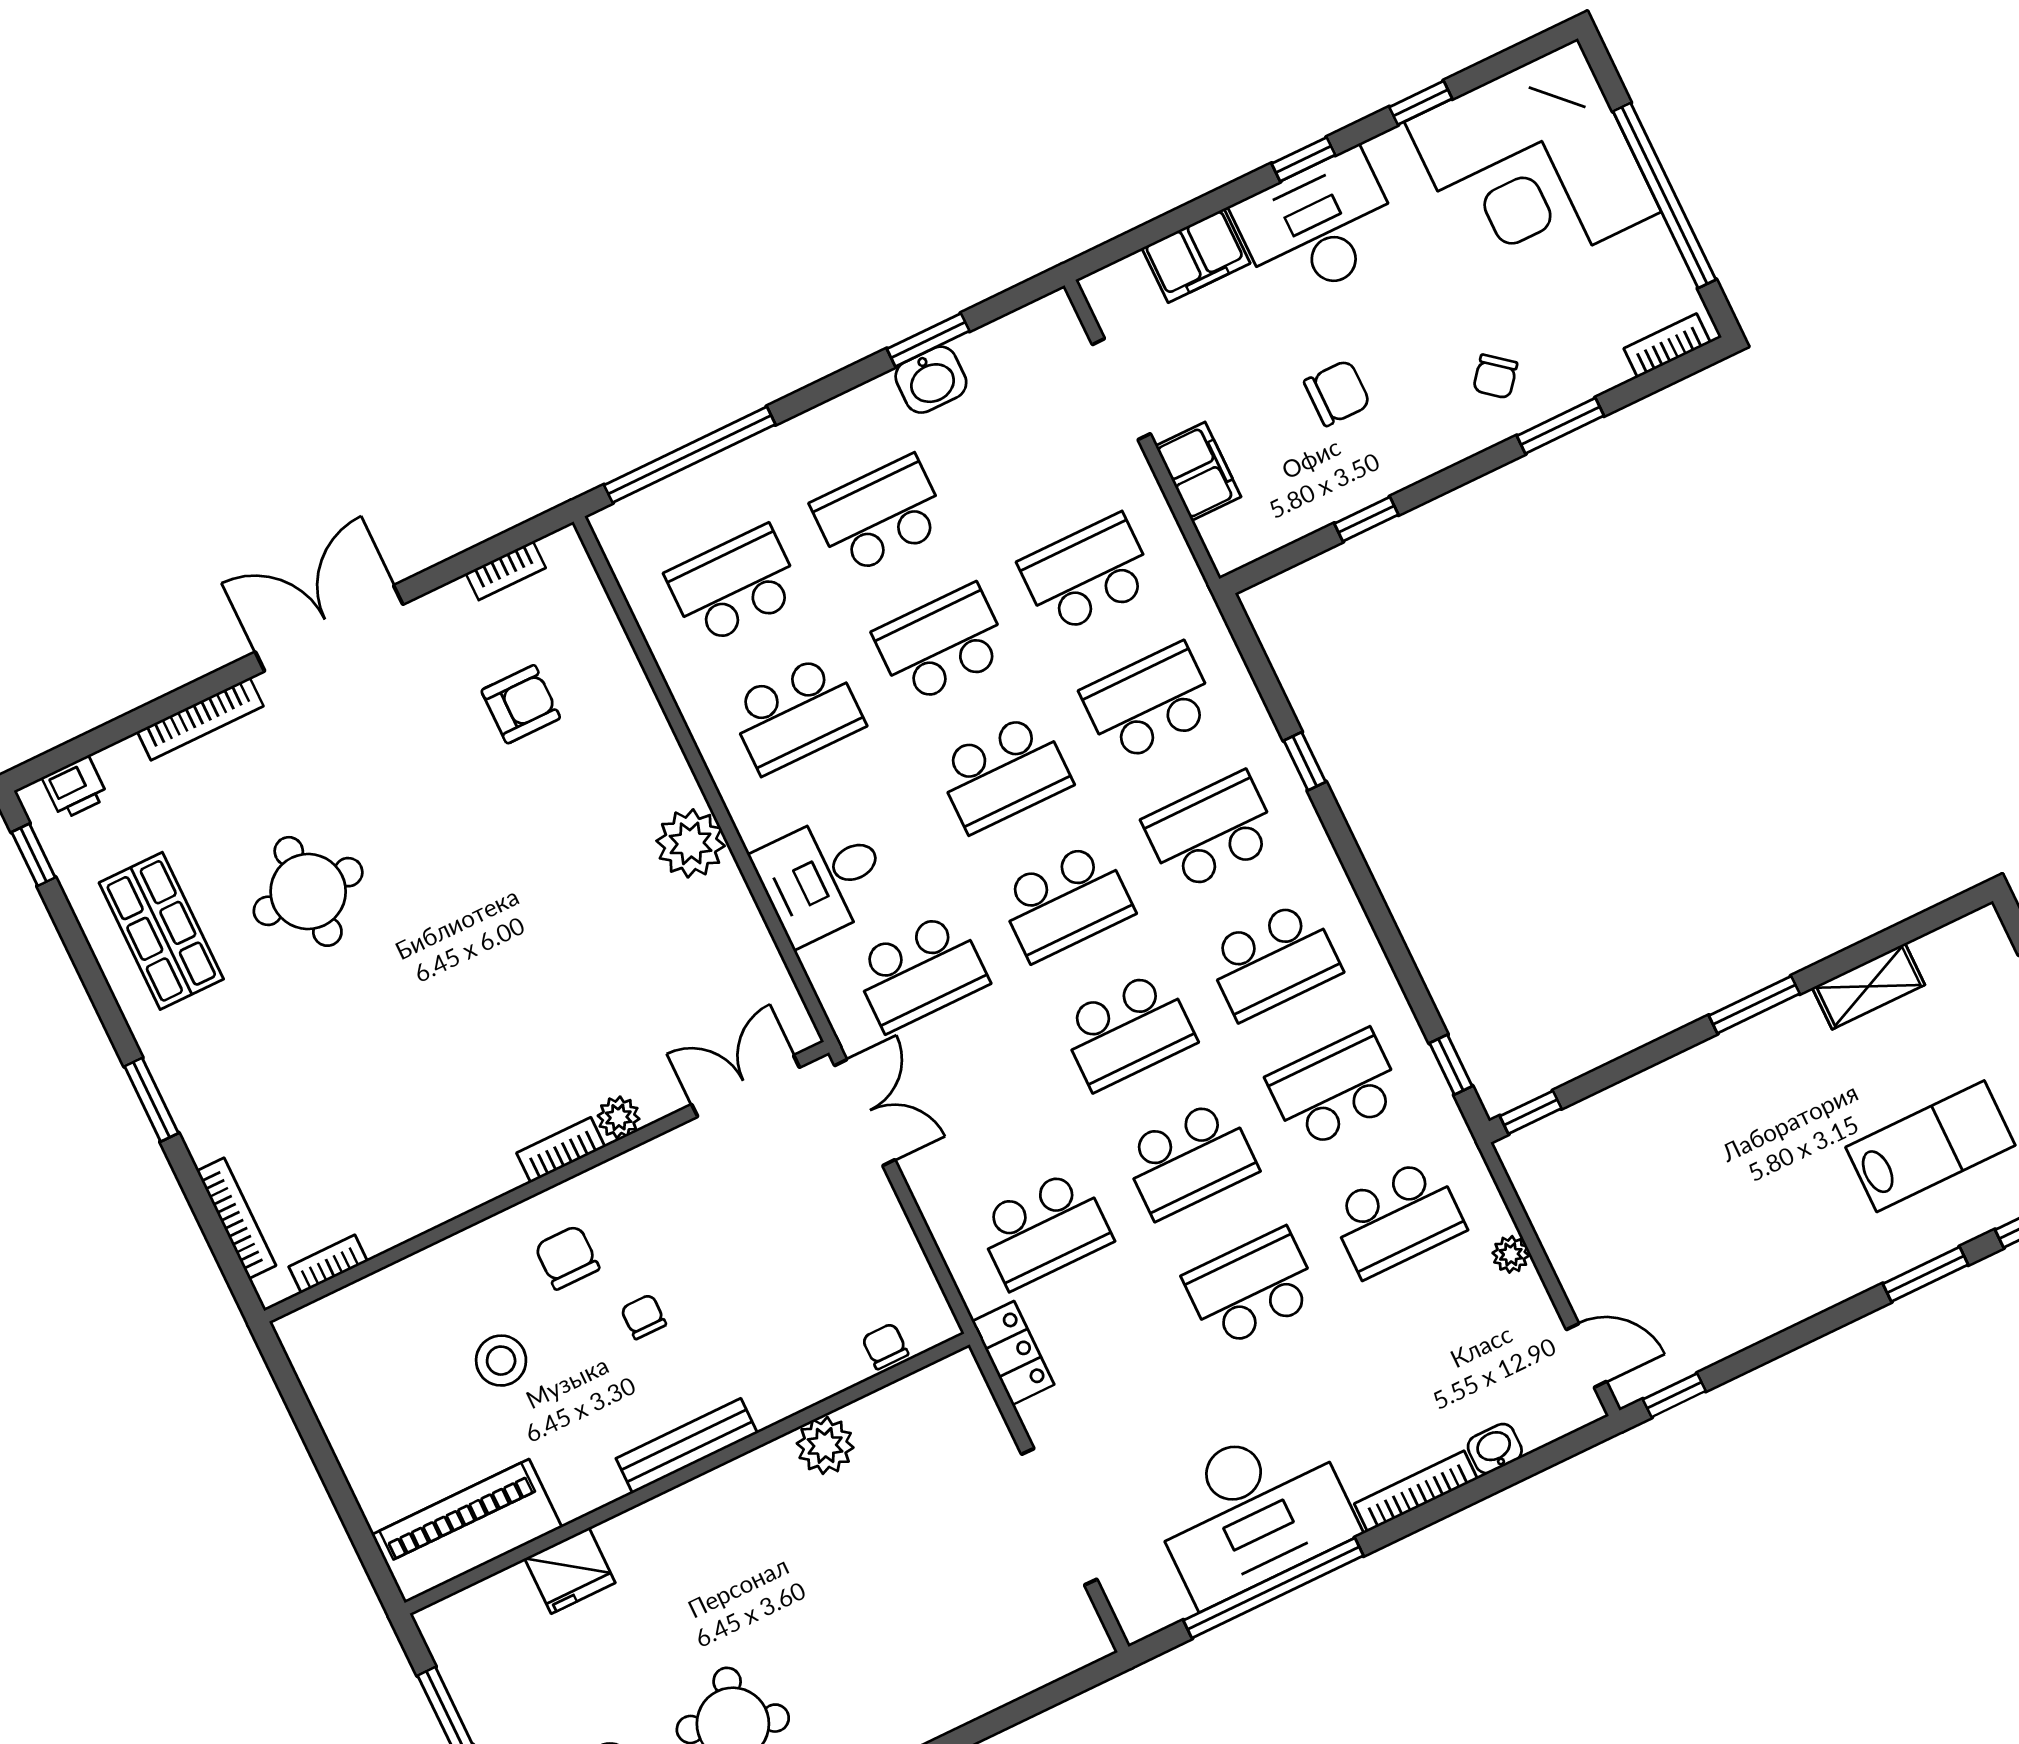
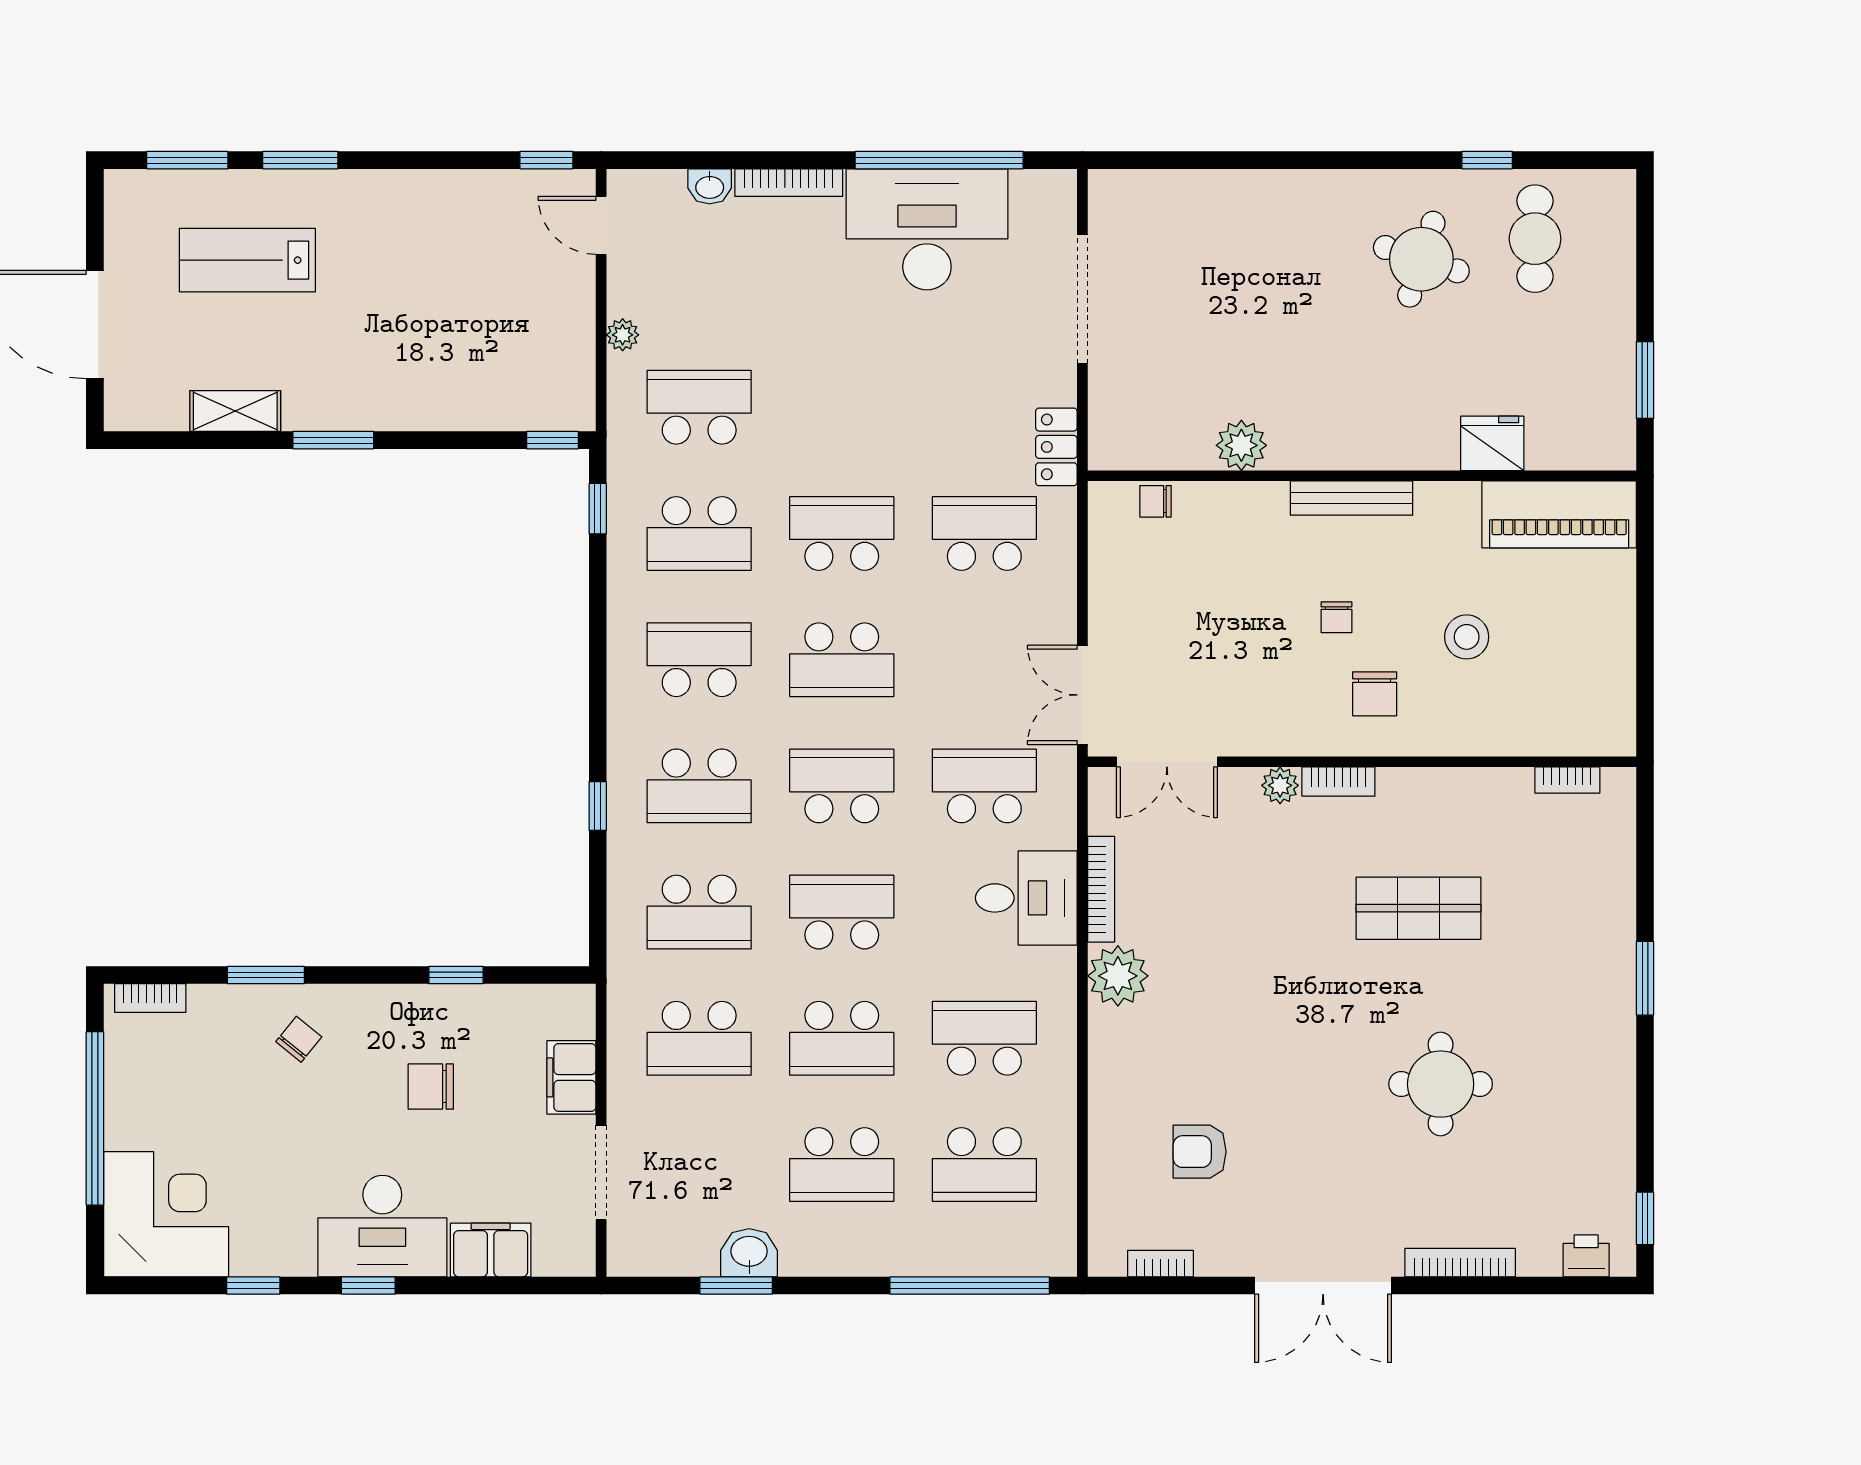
corner desk: (1533, 167) -> (166, 1214), width x0.74, depth x0.74
shop shelf: (161, 931) -> (1419, 908), moved, turned 90
school desk: (1128, 1030) -> (842, 660), turned 180
bookcase: (236, 1218) -> (1101, 889), moved, turned 180
school desk: (1252, 1288) -> (842, 407), removed
chair: (885, 1346) -> (1156, 501), turned 90

